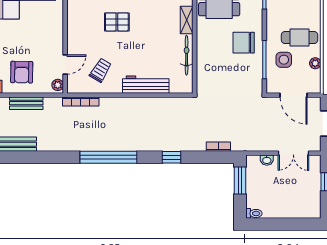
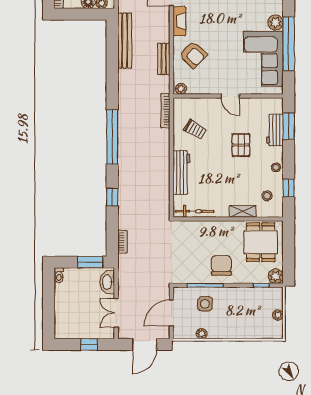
cafe table: (300, 38) -> (226, 319), removed
bicycle: (187, 55) -> (195, 211), moved
door: (65, 65) -> (230, 96), moved
armchair: (22, 72) -> (193, 55), turned -136
washbasin: (267, 160) -> (107, 282), width x1.91, depth x1.45

